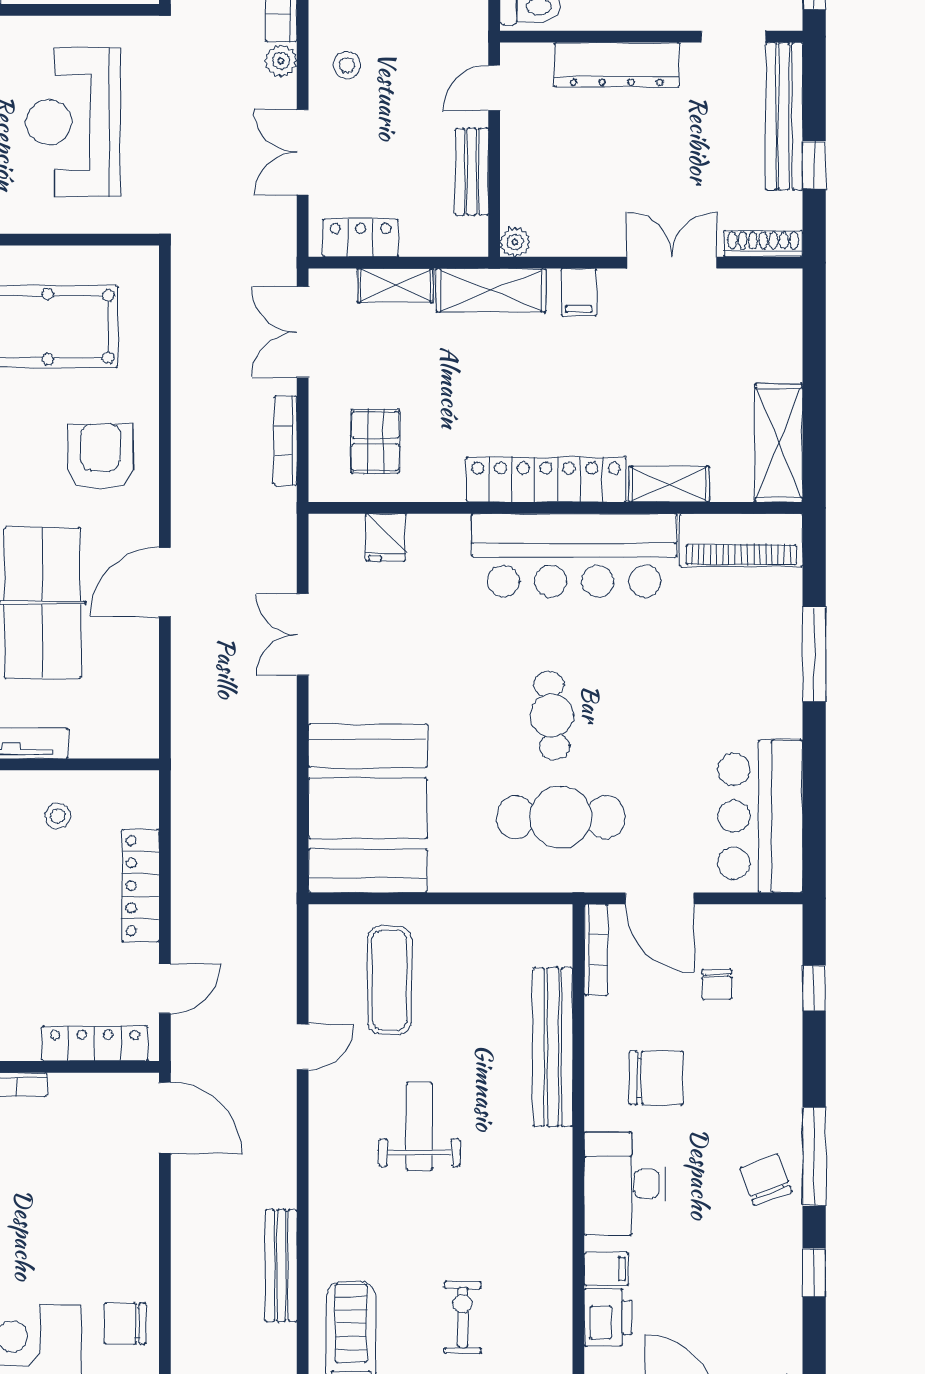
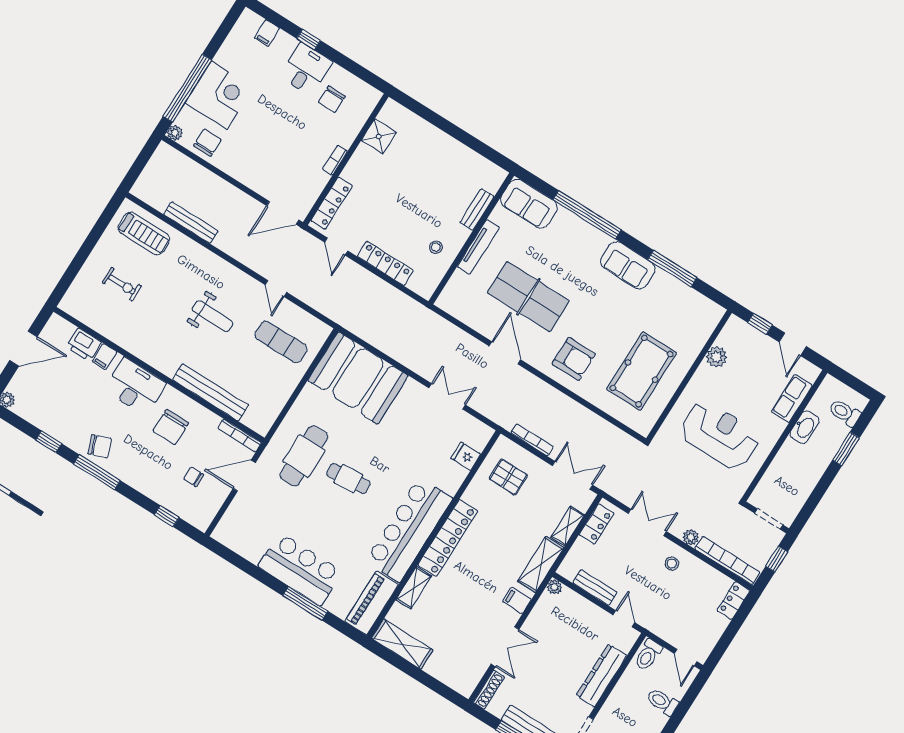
bar counter: (760, 816) -> (300, 569), moved

